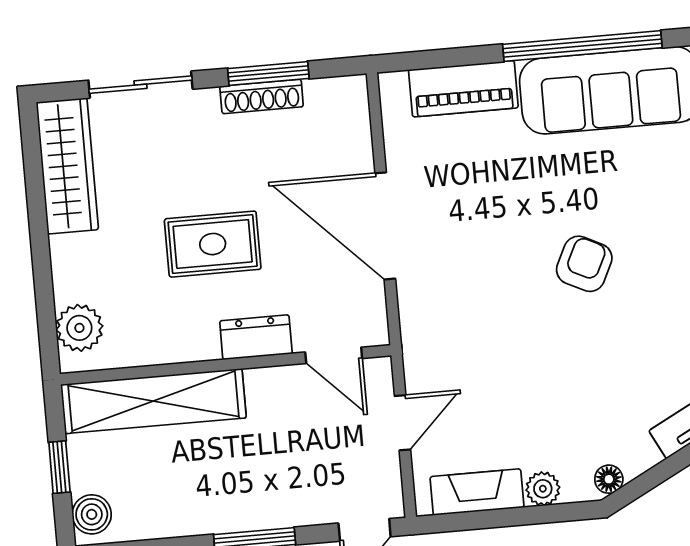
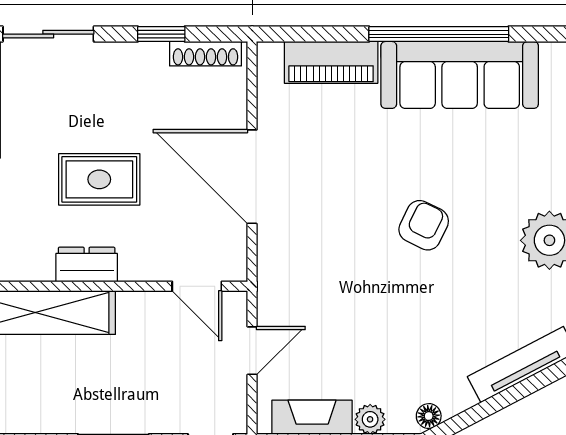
window: (268, 73) -> (161, 34), width x0.67
shoe rack: (262, 96) -> (206, 54), moved
dresser: (256, 337) -> (87, 265), moved

